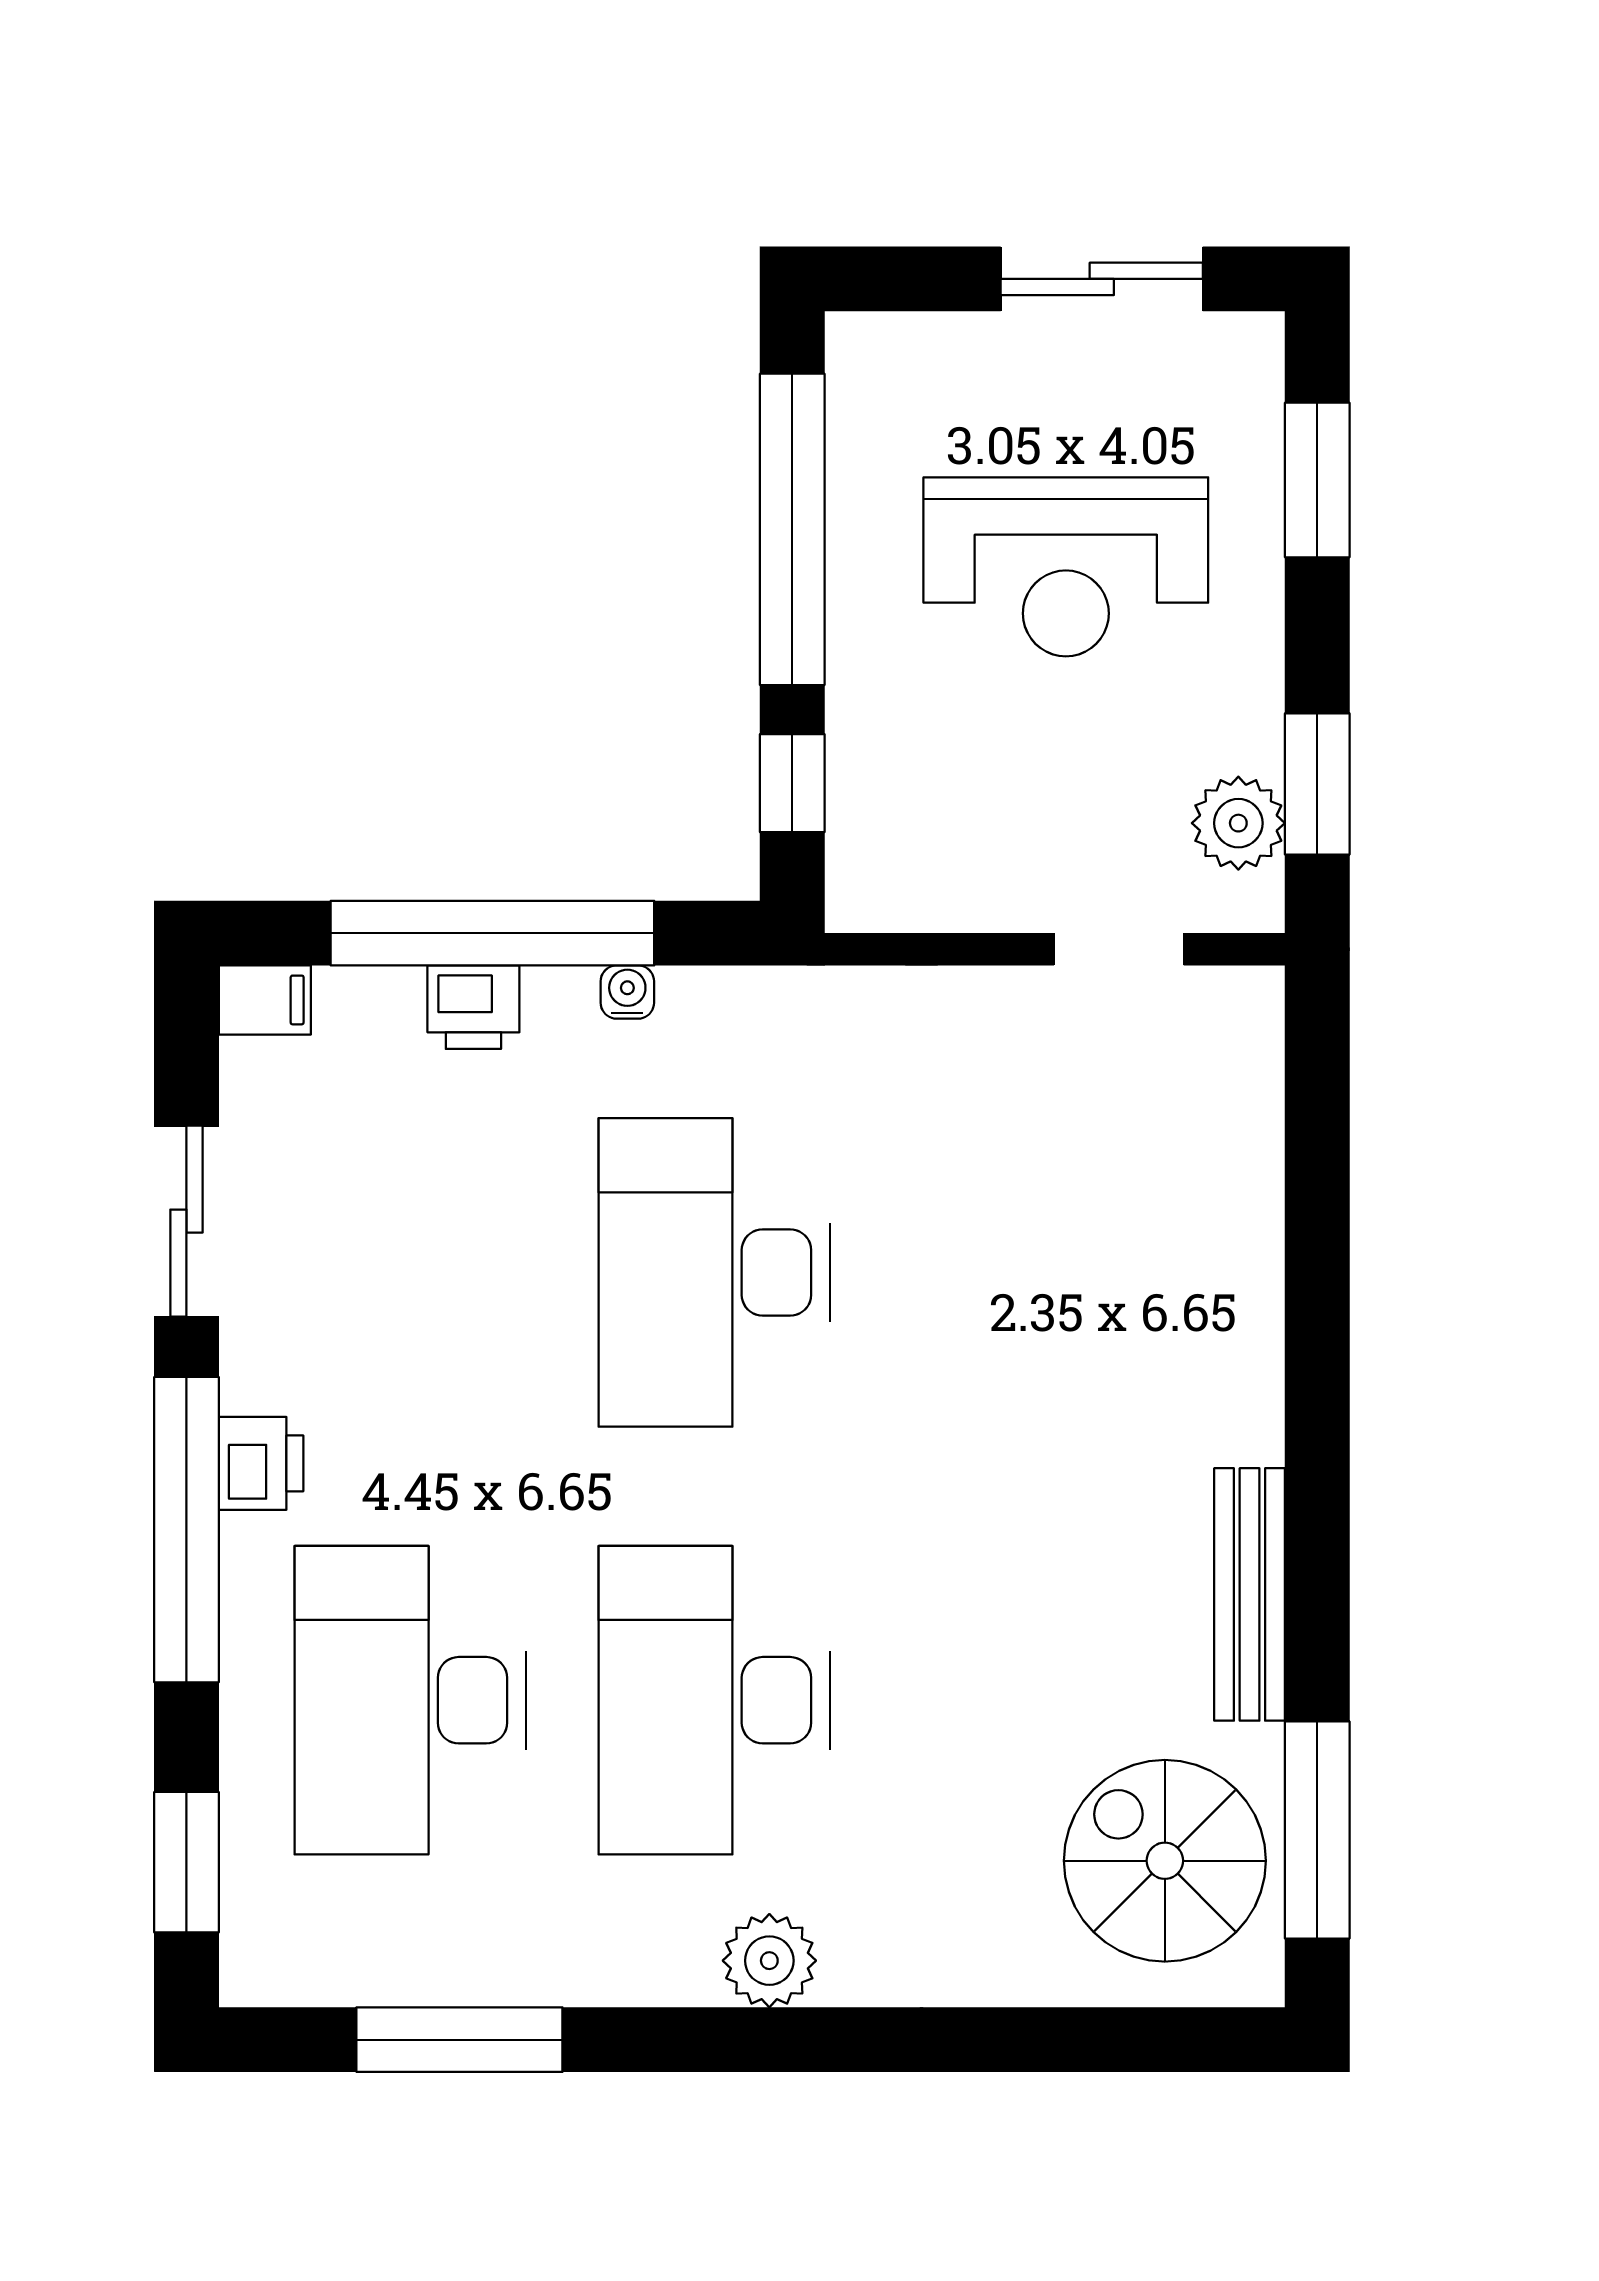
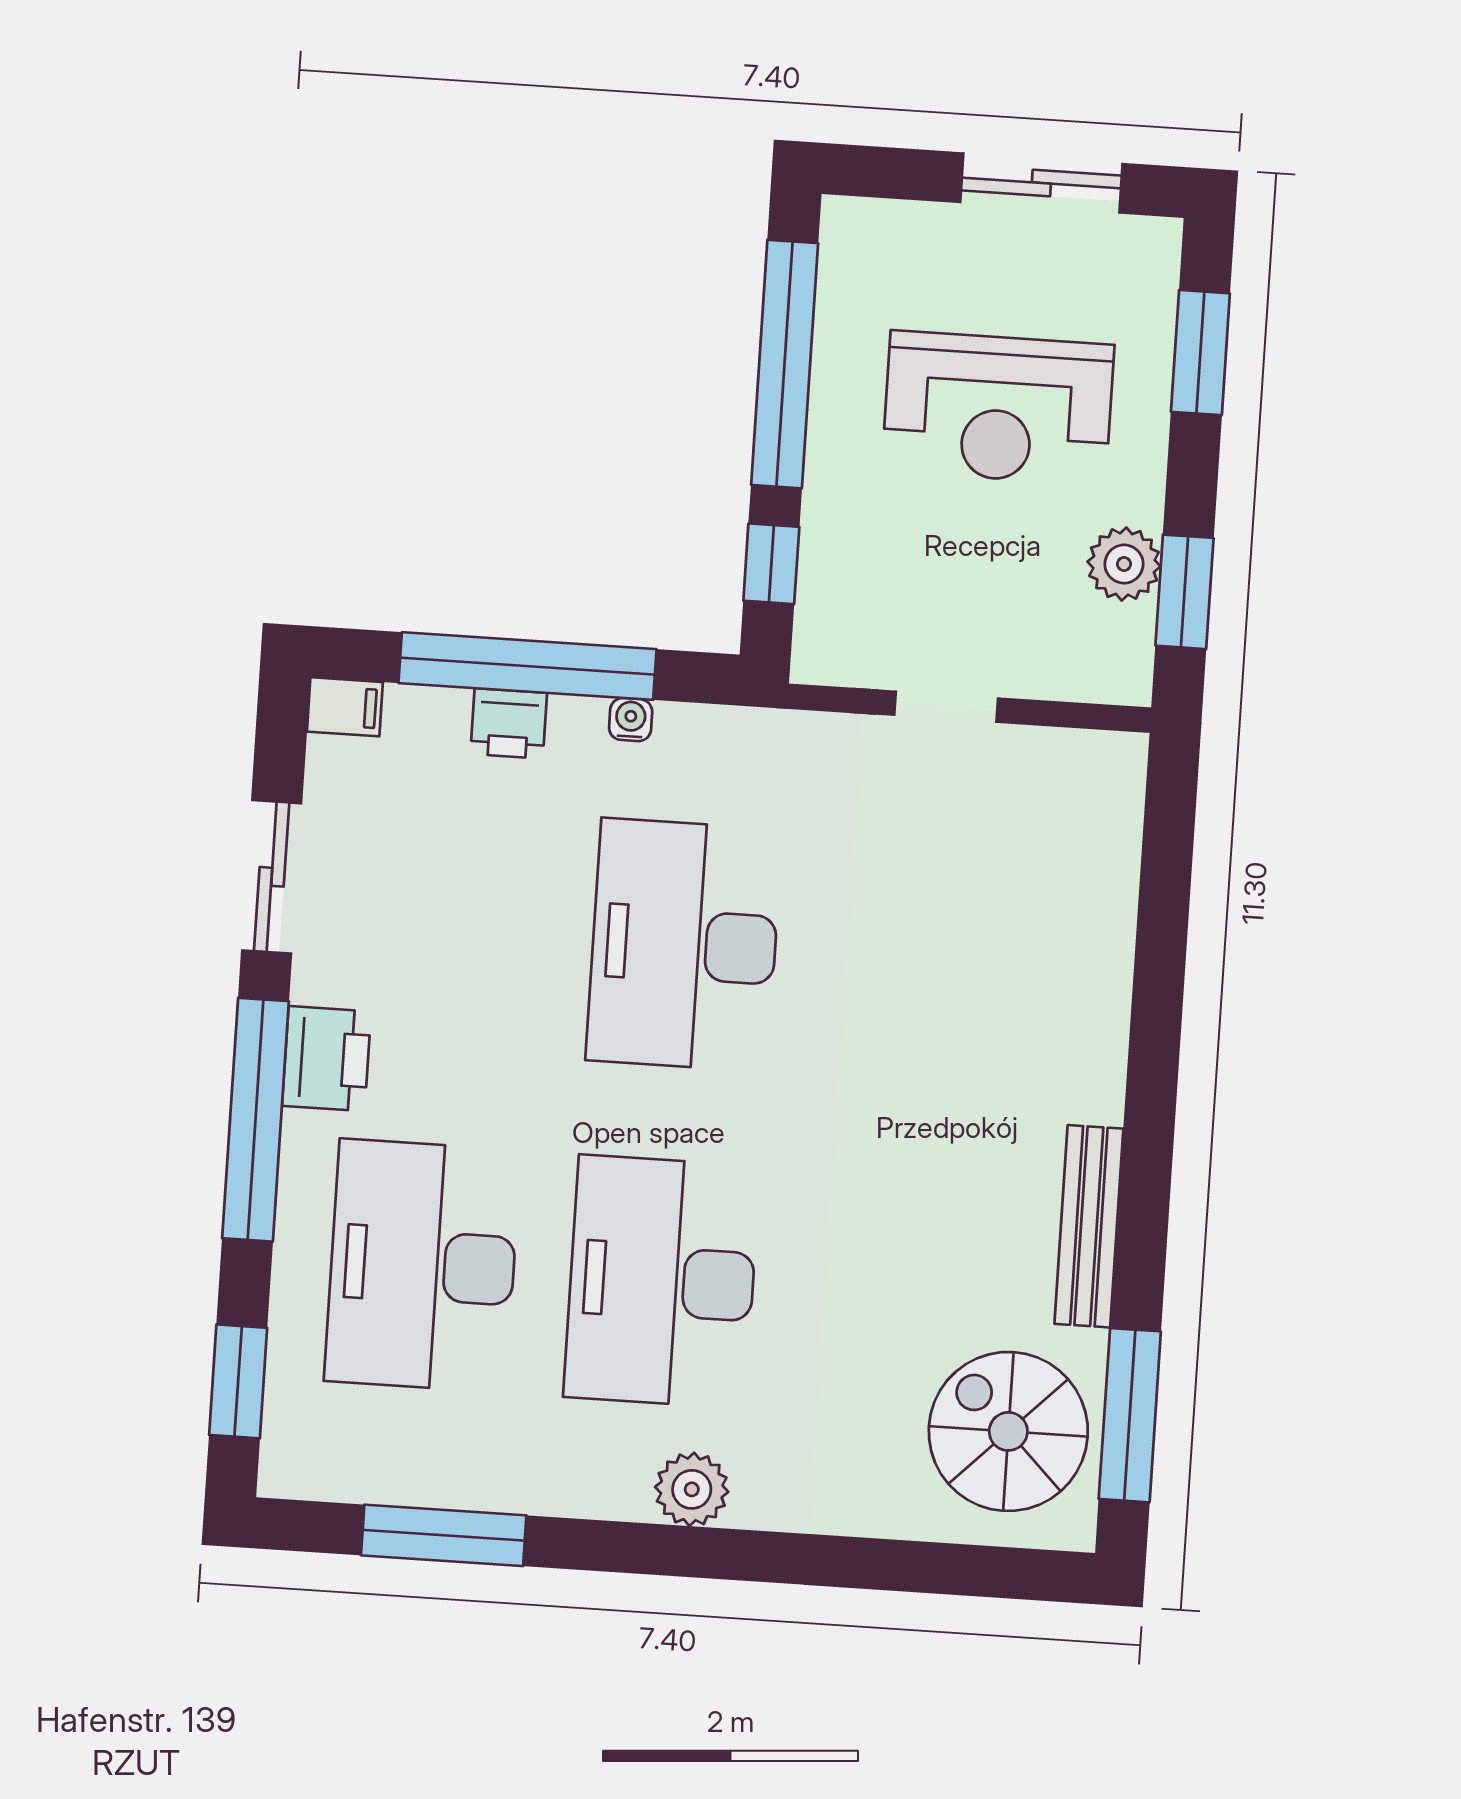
plant: (1238, 823) -> (1124, 564), moved
doorway: (1119, 949) -> (946, 707), moved
printer: (261, 1463) -> (327, 1059), width x1.36, depth x1.24

